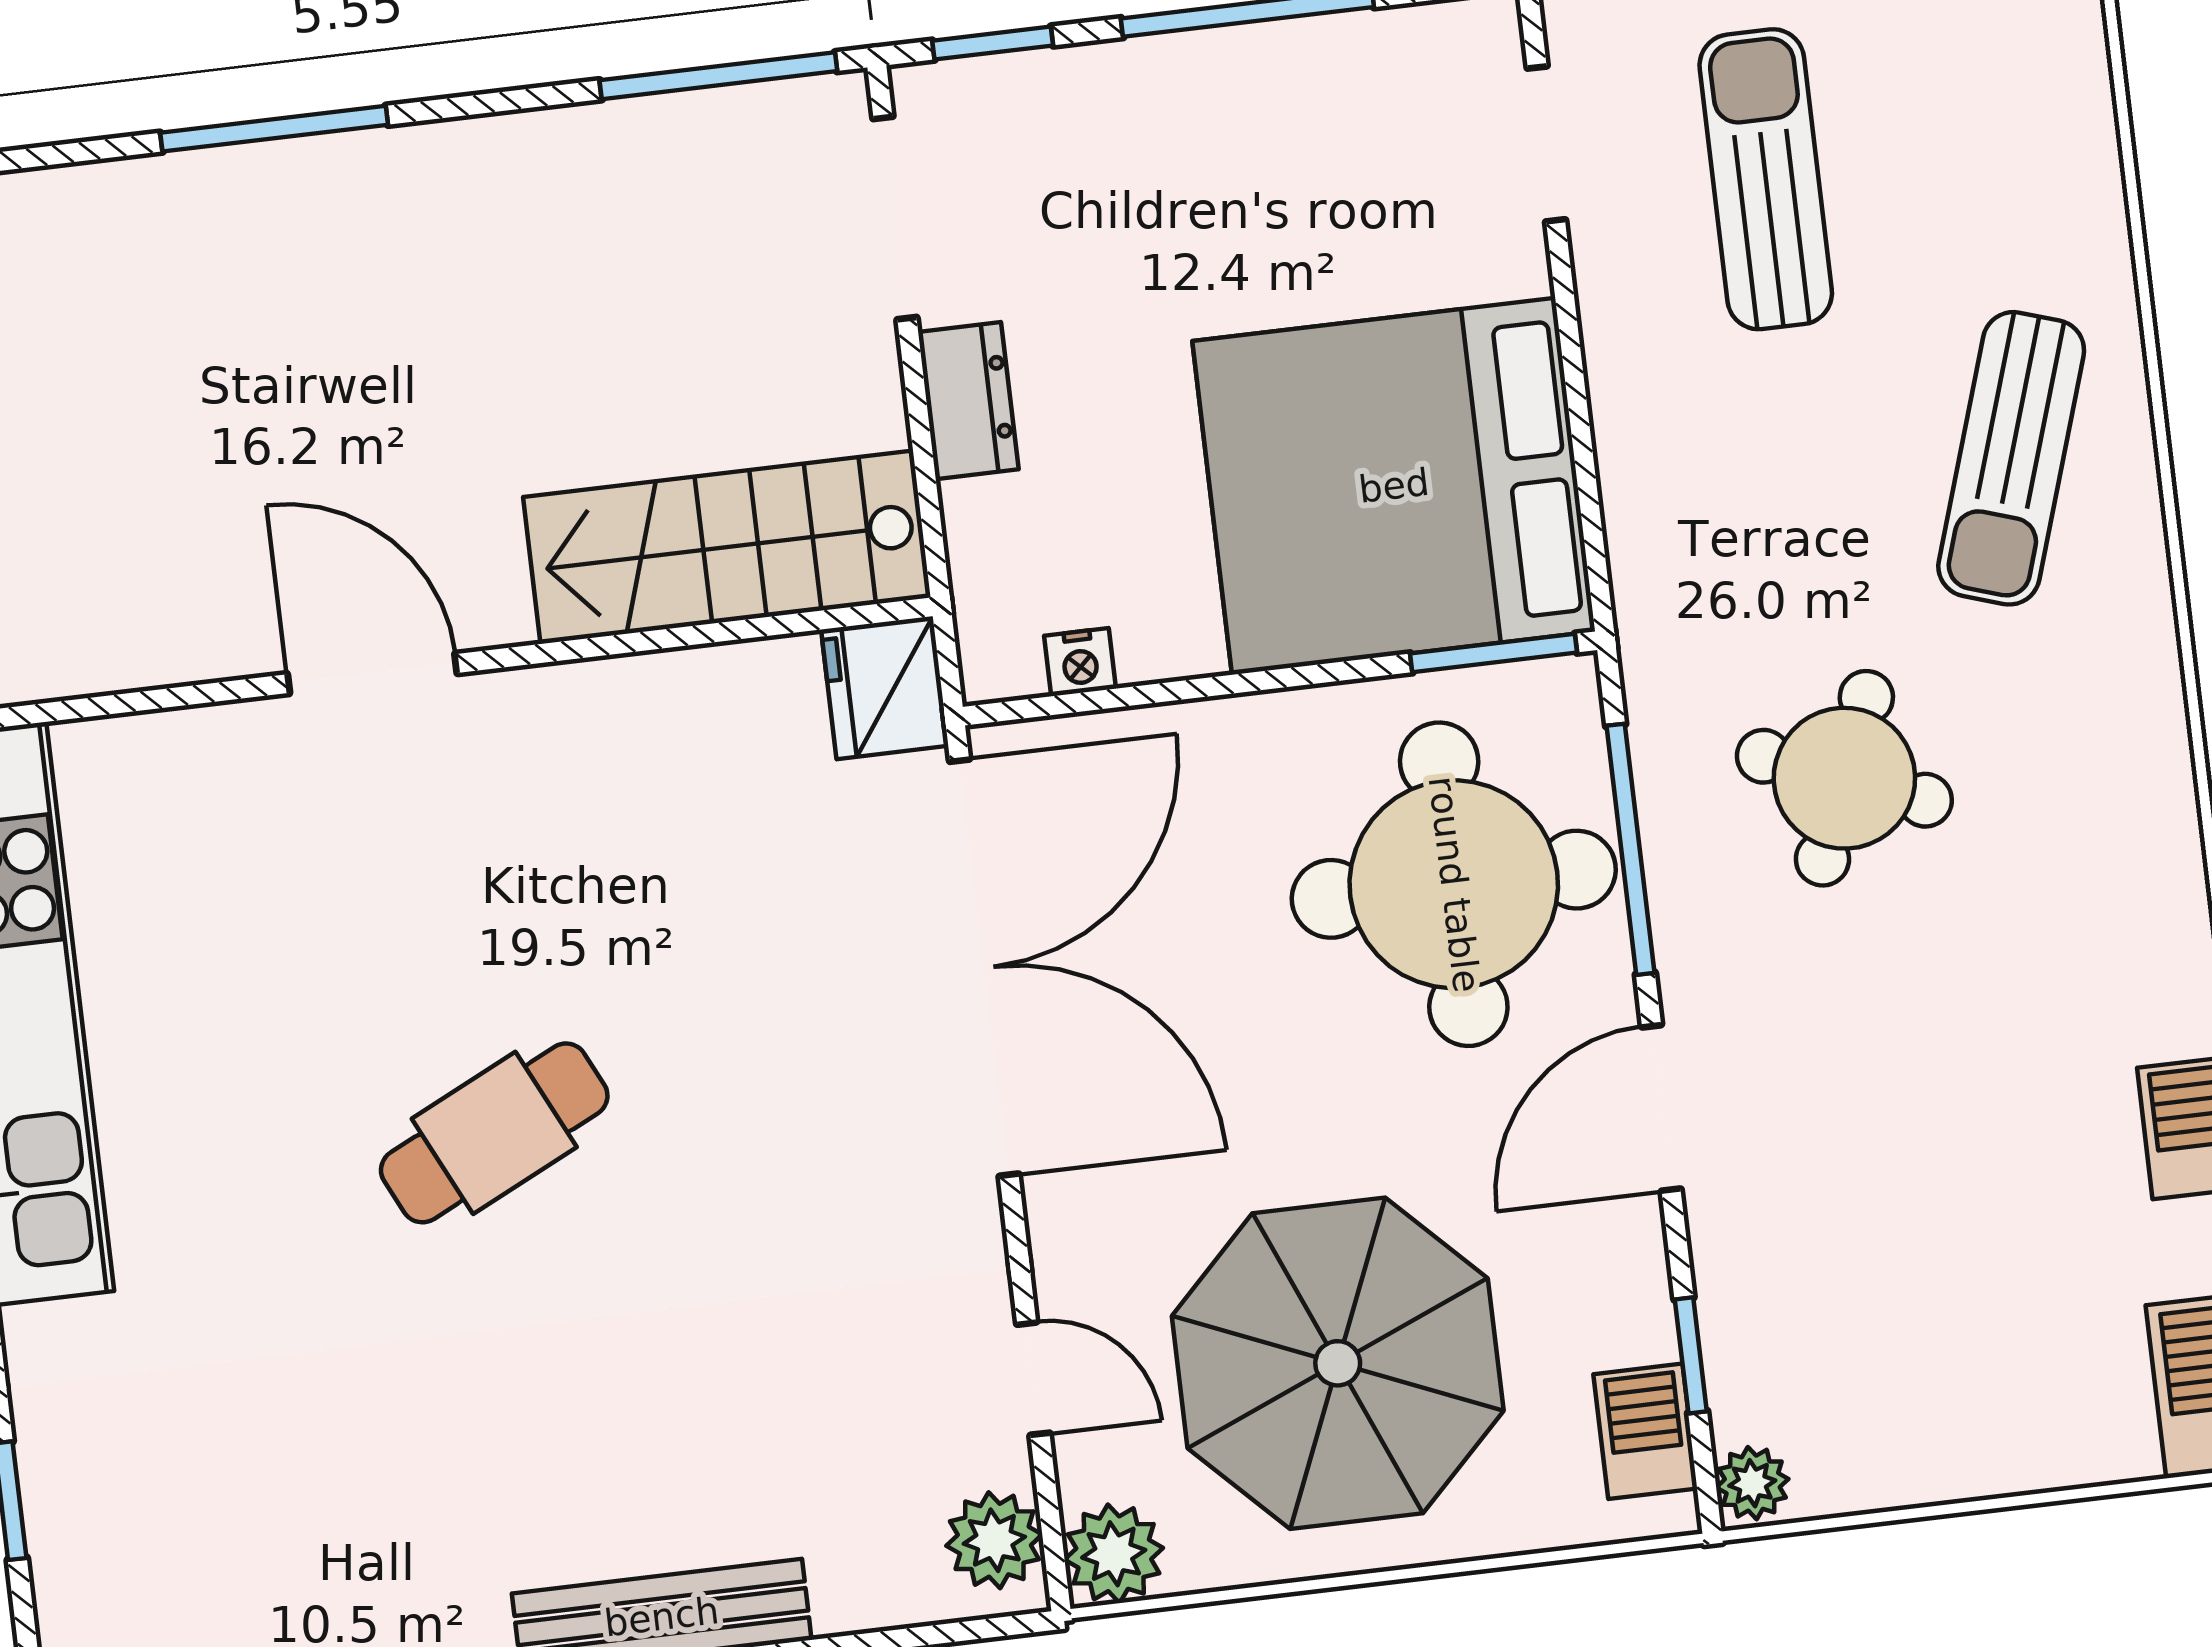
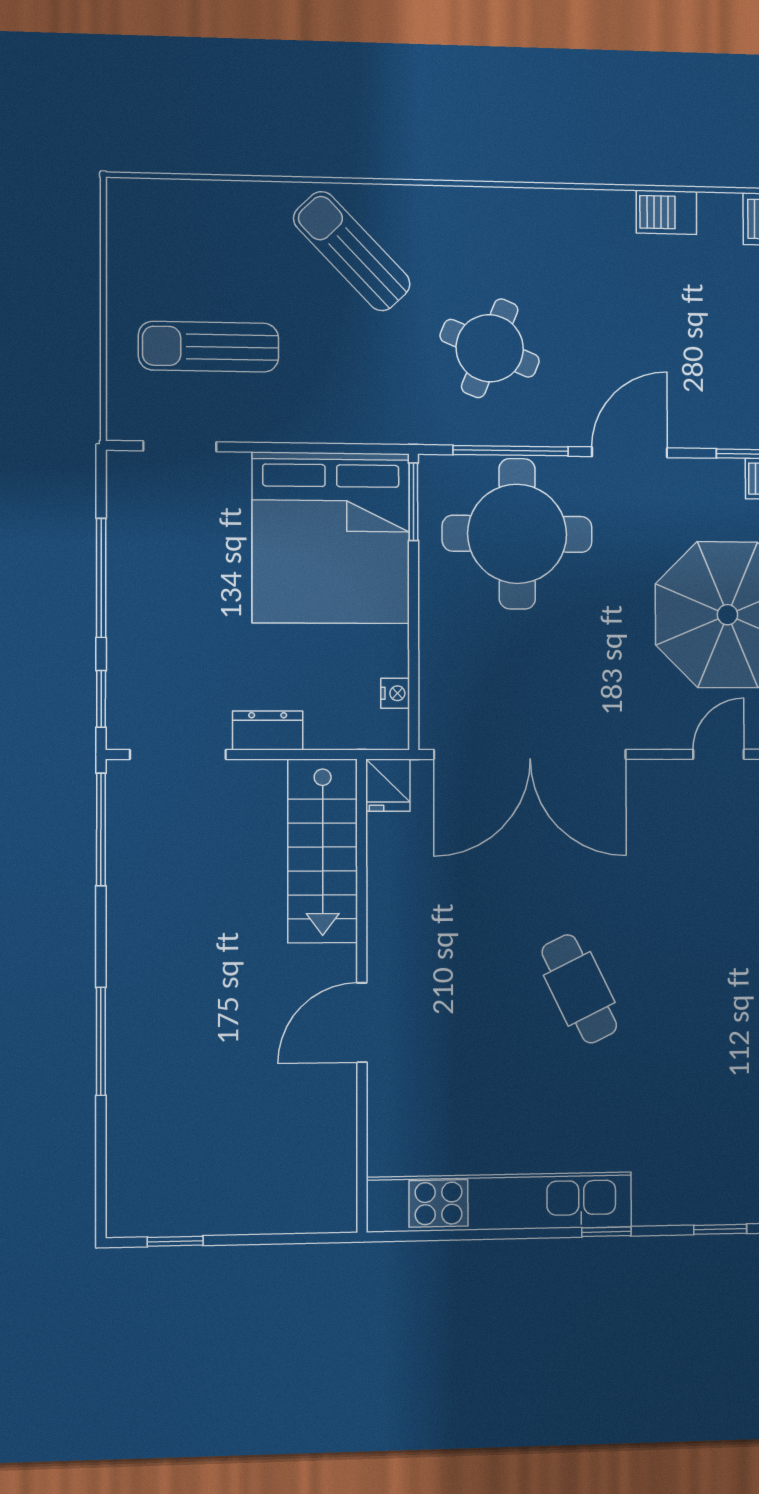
sun lounger: (2011, 458) -> (352, 251), turned -152
fridge: (885, 688) -> (388, 785), width x0.72
double door: (984, 968) -> (530, 754), swing flipped
door: (1661, 1108) -> (630, 452), swing flipped

